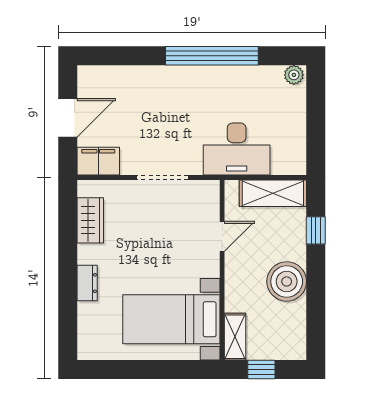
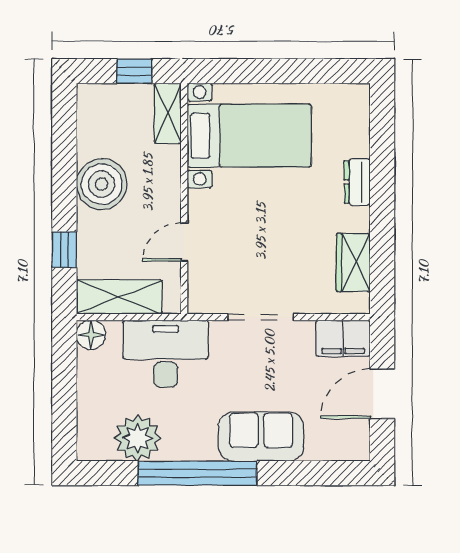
plant: (294, 75) -> (138, 438), moved, width x1.87, depth x1.87
sofa: (162, 84) -> (261, 437), added
floor lamp: (295, 164) -> (91, 335), added

